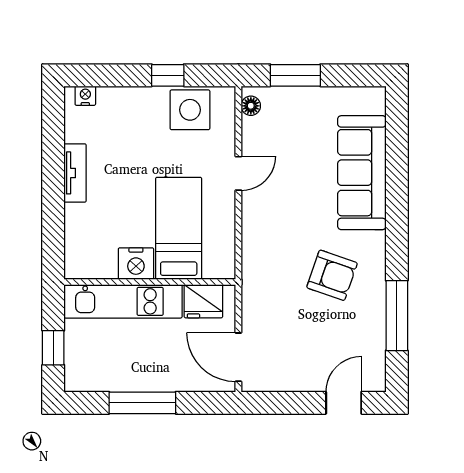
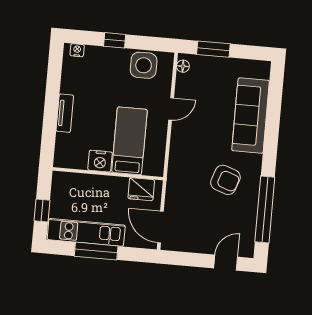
window: (168, 75) -> (115, 40), moved
tv unit: (75, 173) -> (65, 113), moved
kitchen unit: (123, 301) -> (86, 232), moved, turned 180
window: (397, 316) -> (265, 209), width x1.46

